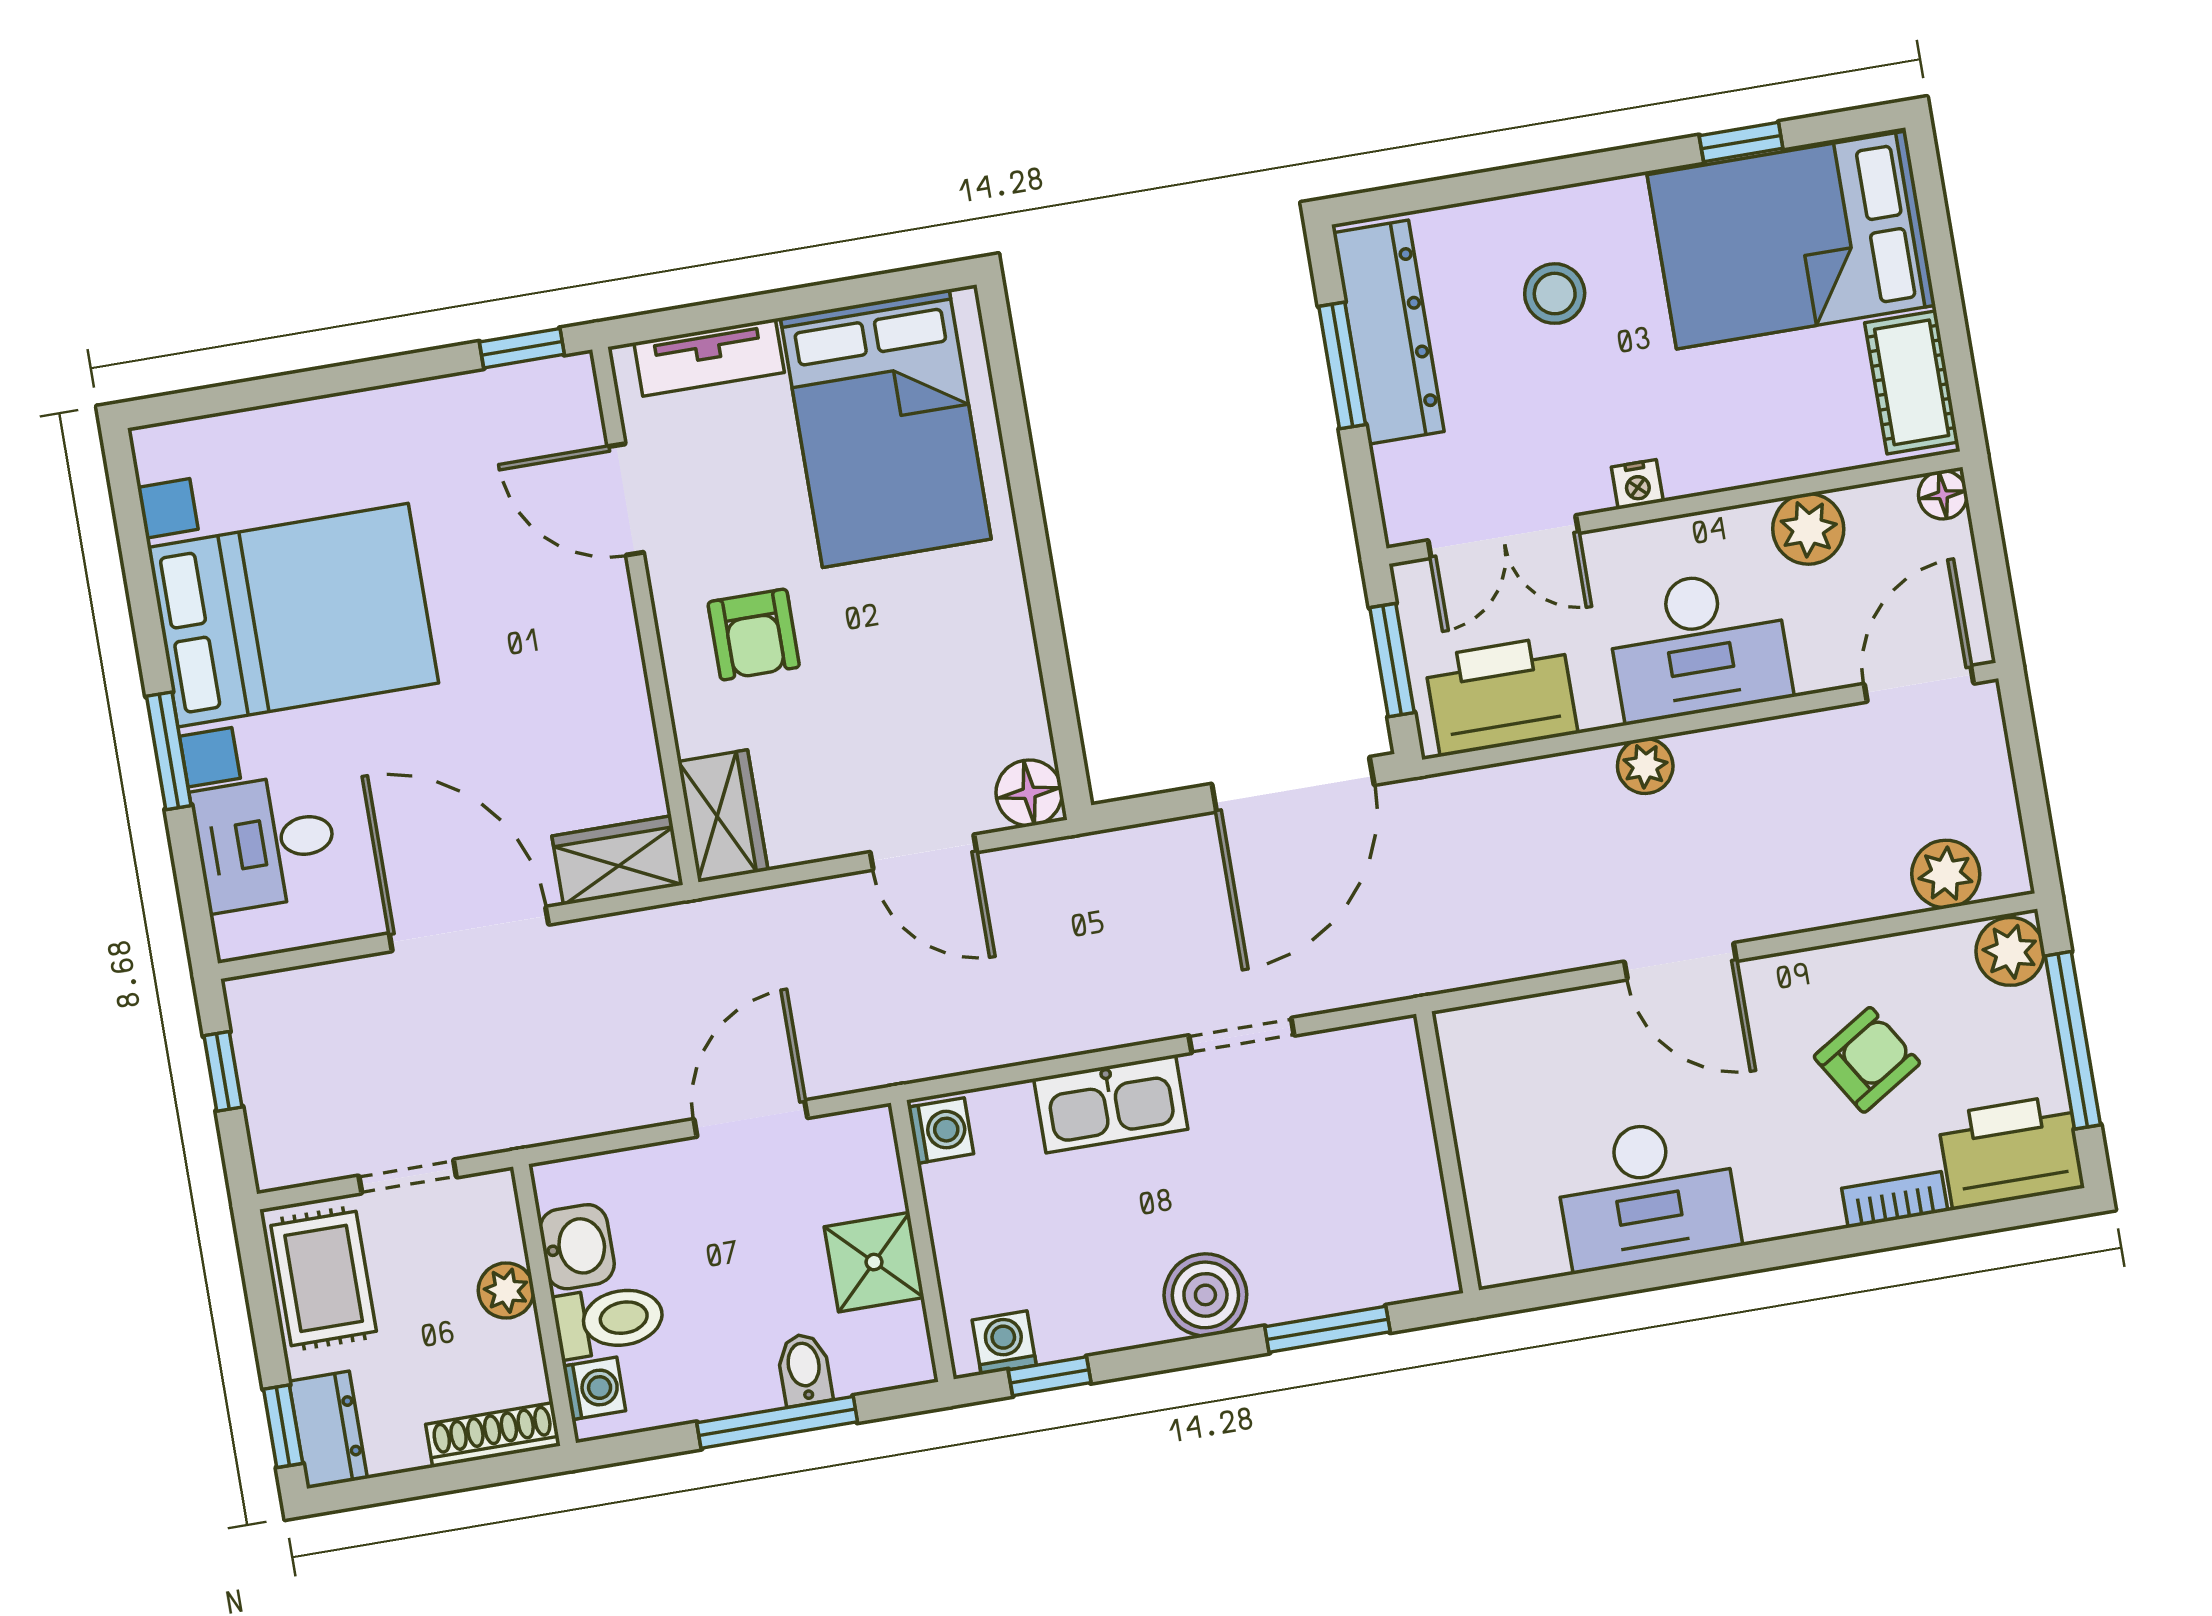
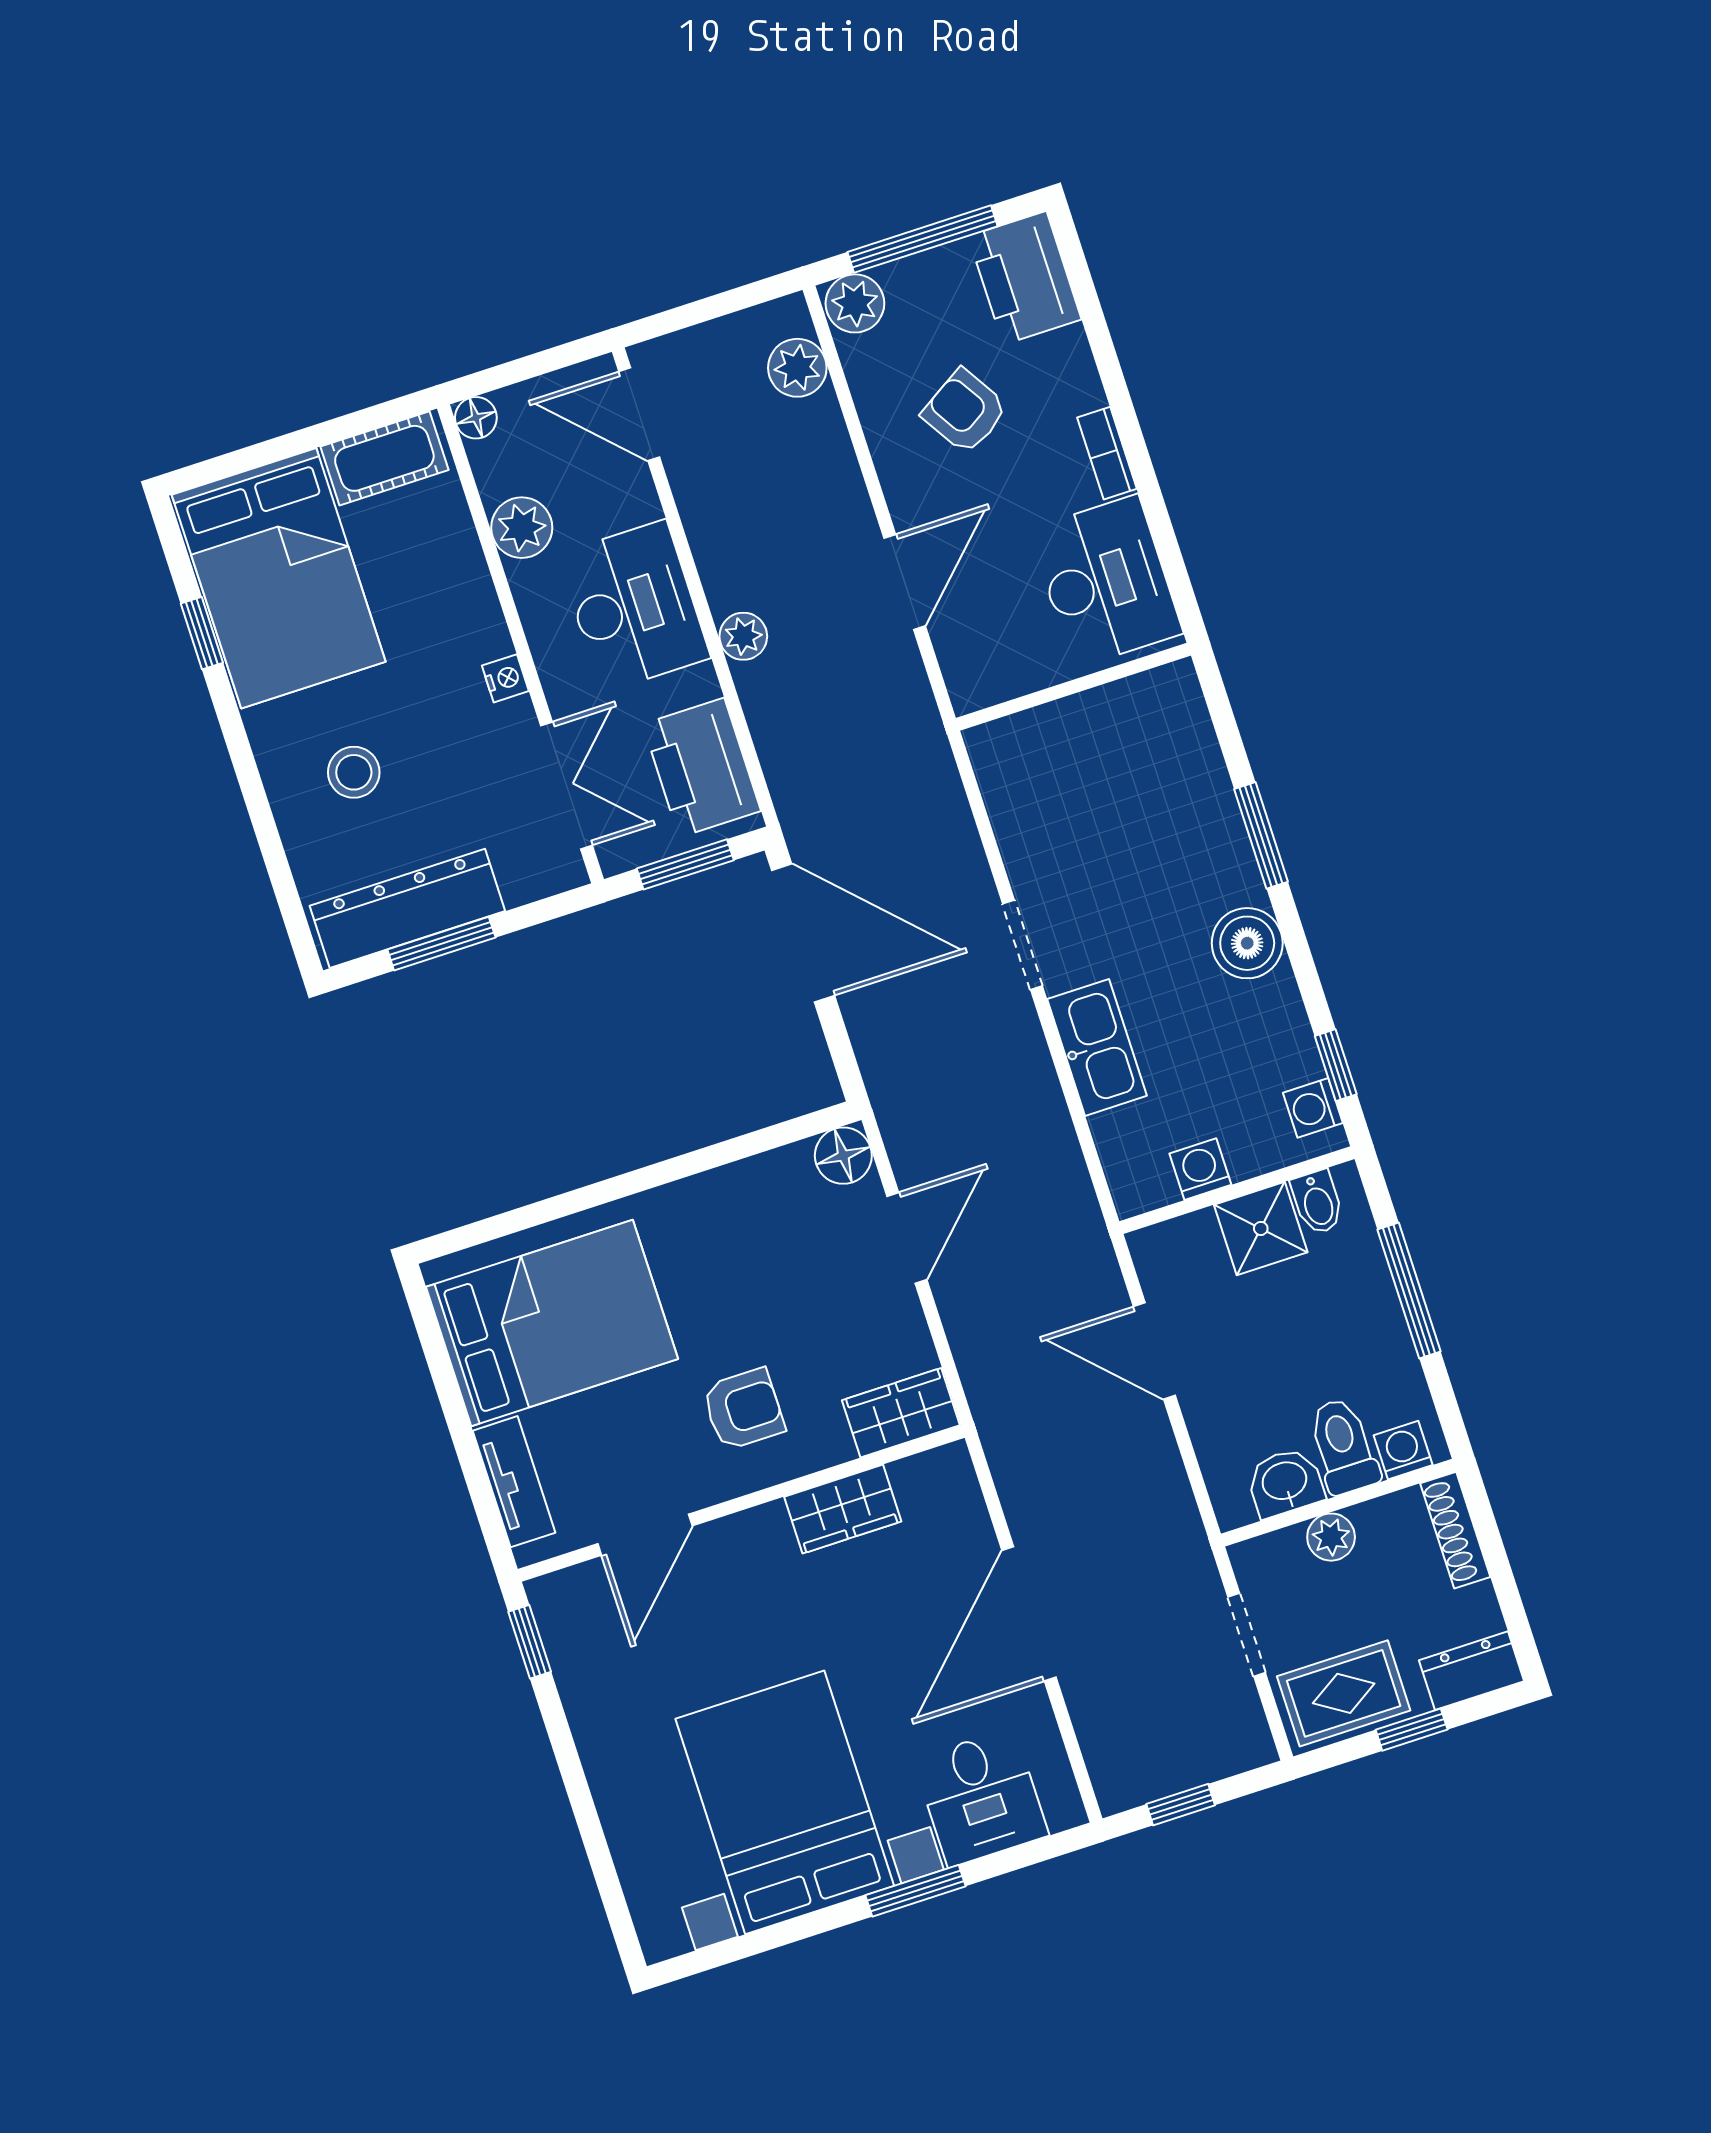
wardrobe: (617, 860) -> (843, 1509), moved, turned -90
washing machine: (941, 1131) -> (1200, 1169), moved
wall: (1448, 1152) -> (1073, 687), moved
bookcase: (1895, 1200) -> (1107, 453), moved
bidet: (804, 1369) -> (1317, 1202), moved, turned -90
window: (283, 1426) -> (1412, 1730), moved

